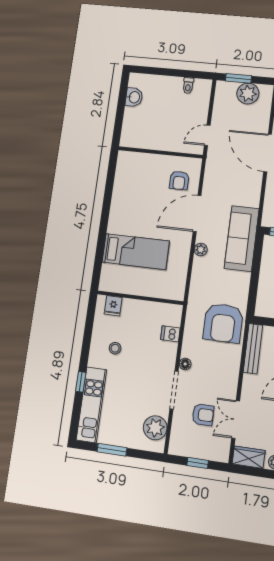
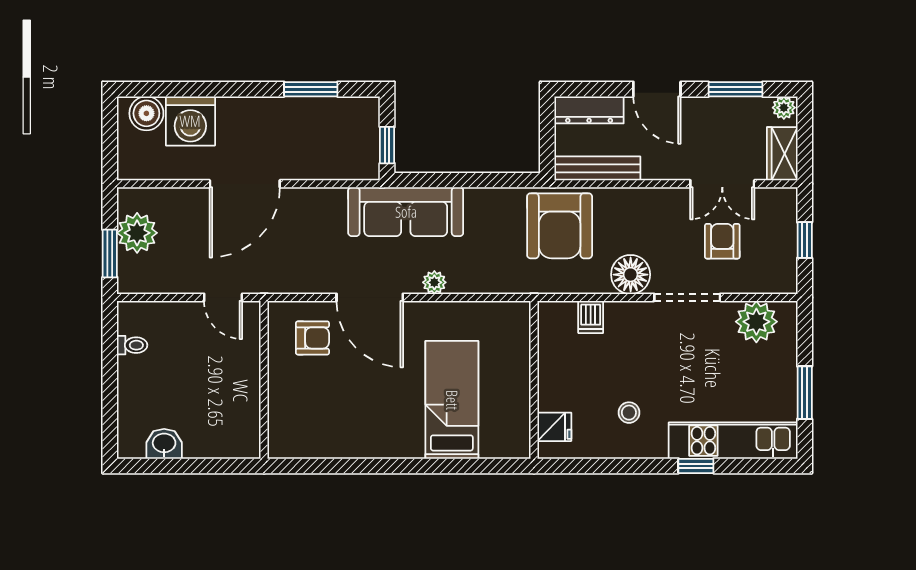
armchair: (223, 323) -> (560, 226), turned 90
floor lamp: (185, 364) -> (631, 275), width x1.89, depth x1.89

